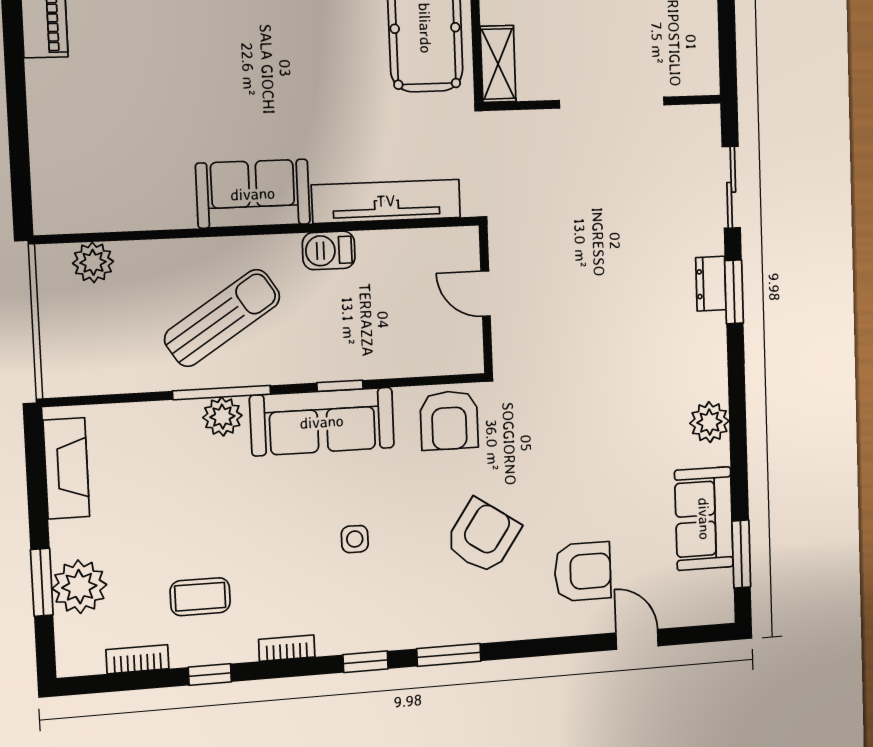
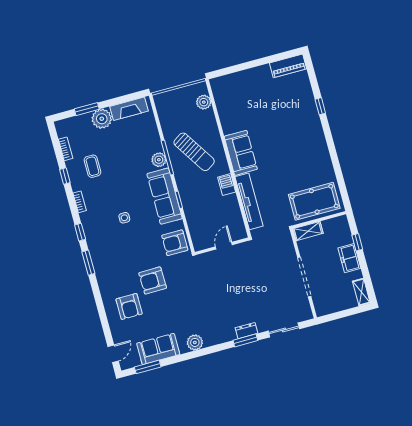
armchair: (483, 536) -> (153, 280), moved, turned 145
plant: (79, 587) -> (102, 119), moved
door: (637, 639) -> (113, 354), moved

